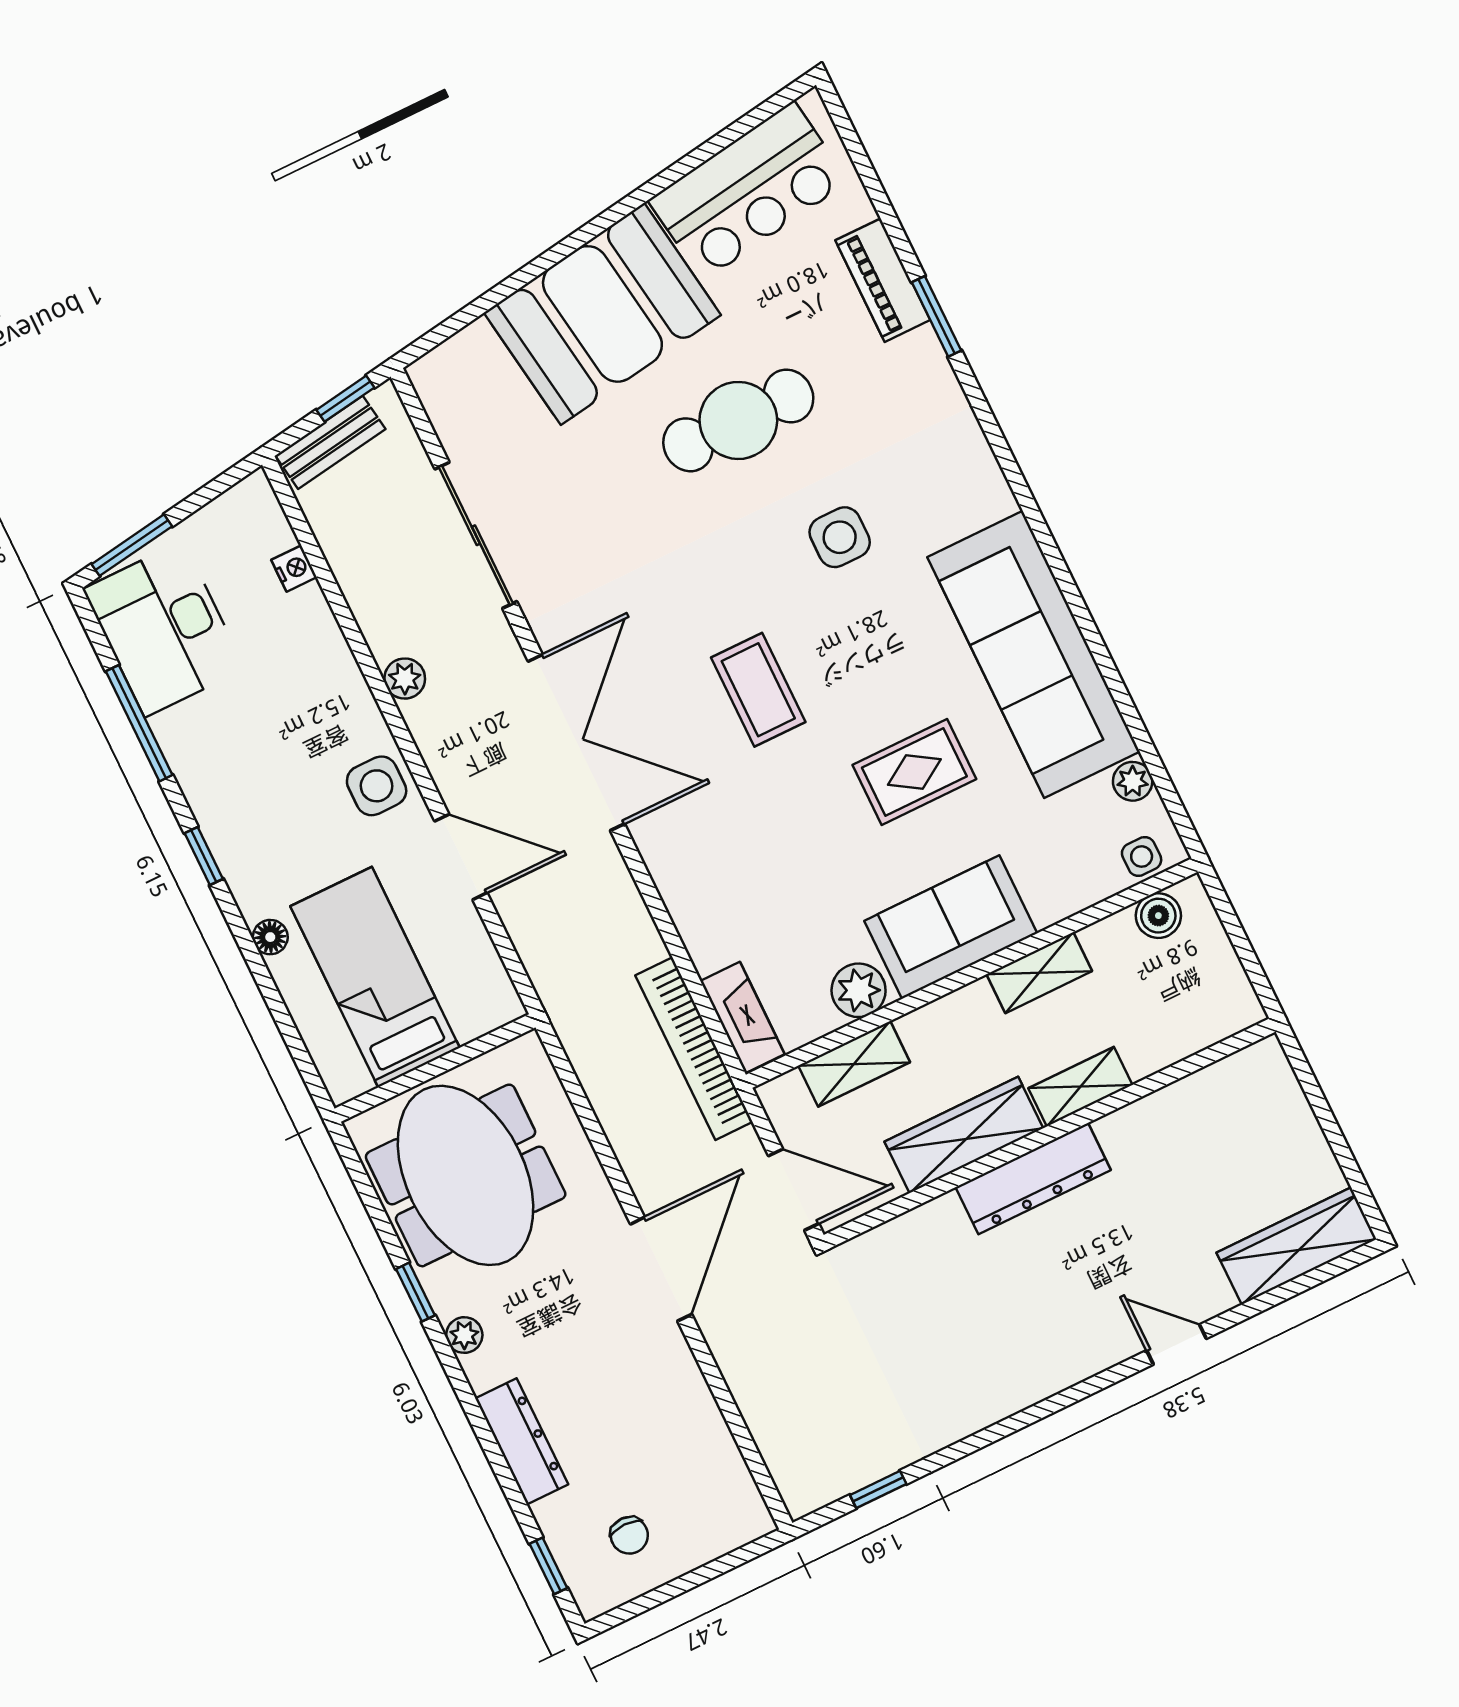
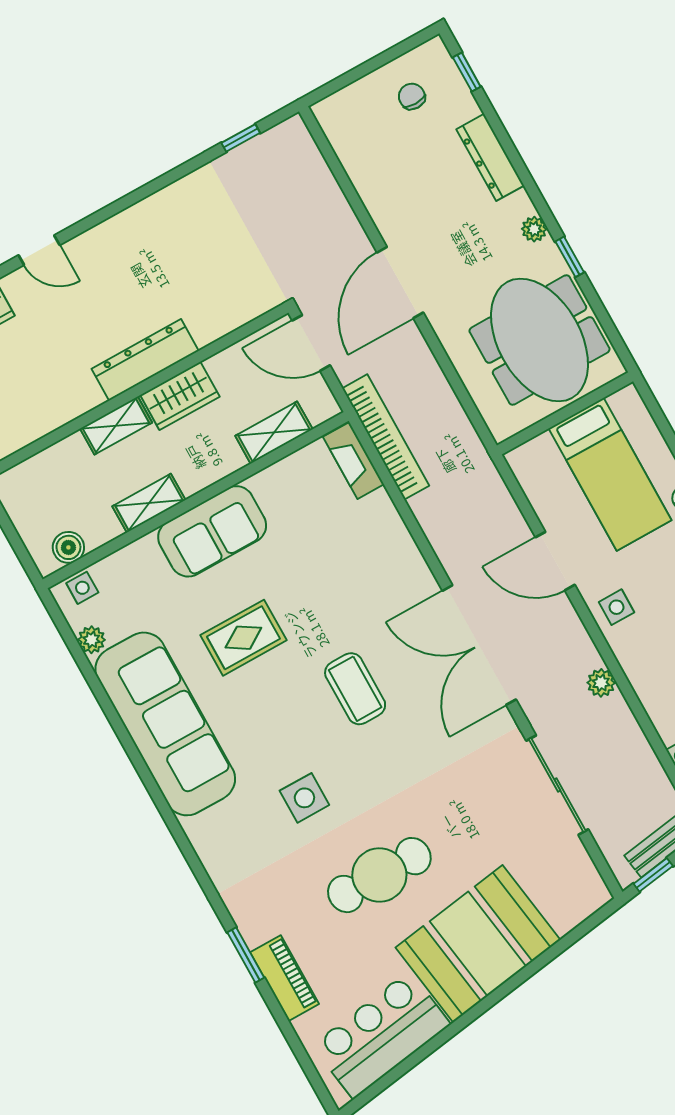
side table: (377, 786) -> (616, 607), width x0.73, depth x0.73
plant: (859, 990) -> (274, 484), removed
wardrobe: (964, 1135) -> (180, 396), width x0.67

